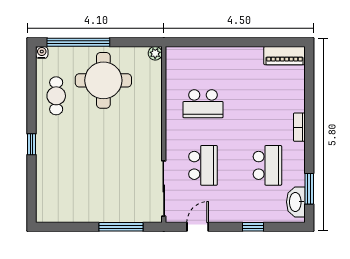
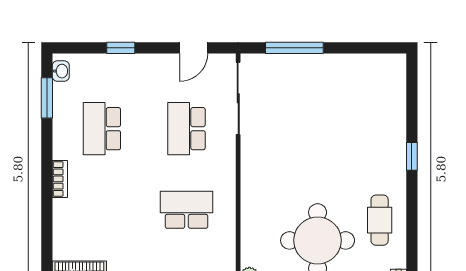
washbasin: (296, 202) -> (61, 71), width x0.52, depth x0.69

